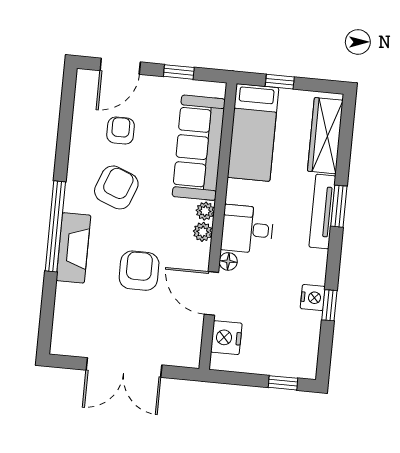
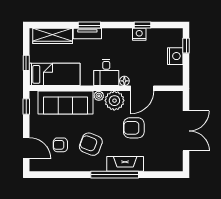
window: (179, 72) -> (26, 107), moved
tv unit: (322, 212) -> (87, 34), width x0.71
plant: (203, 232) -> (114, 101), width x1.87, depth x1.87
nightstand: (226, 338) -> (175, 56), moved, turned -90

